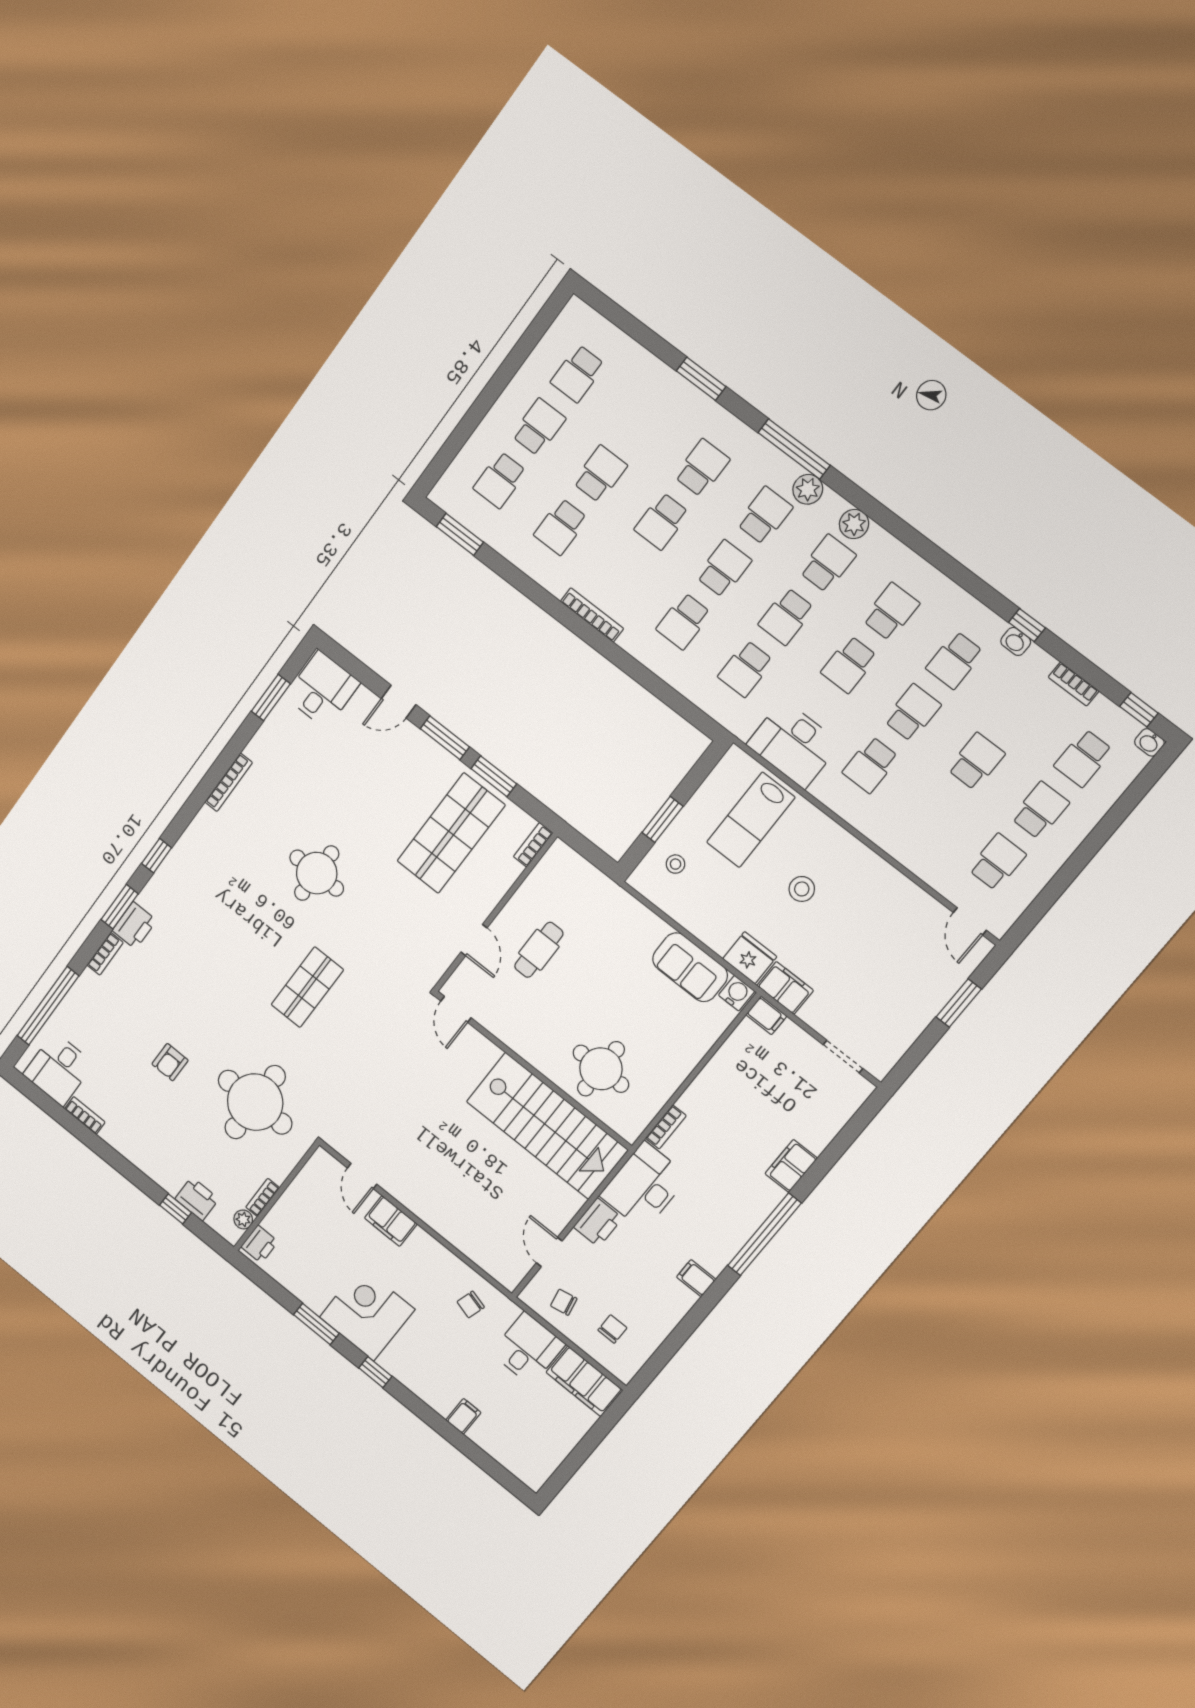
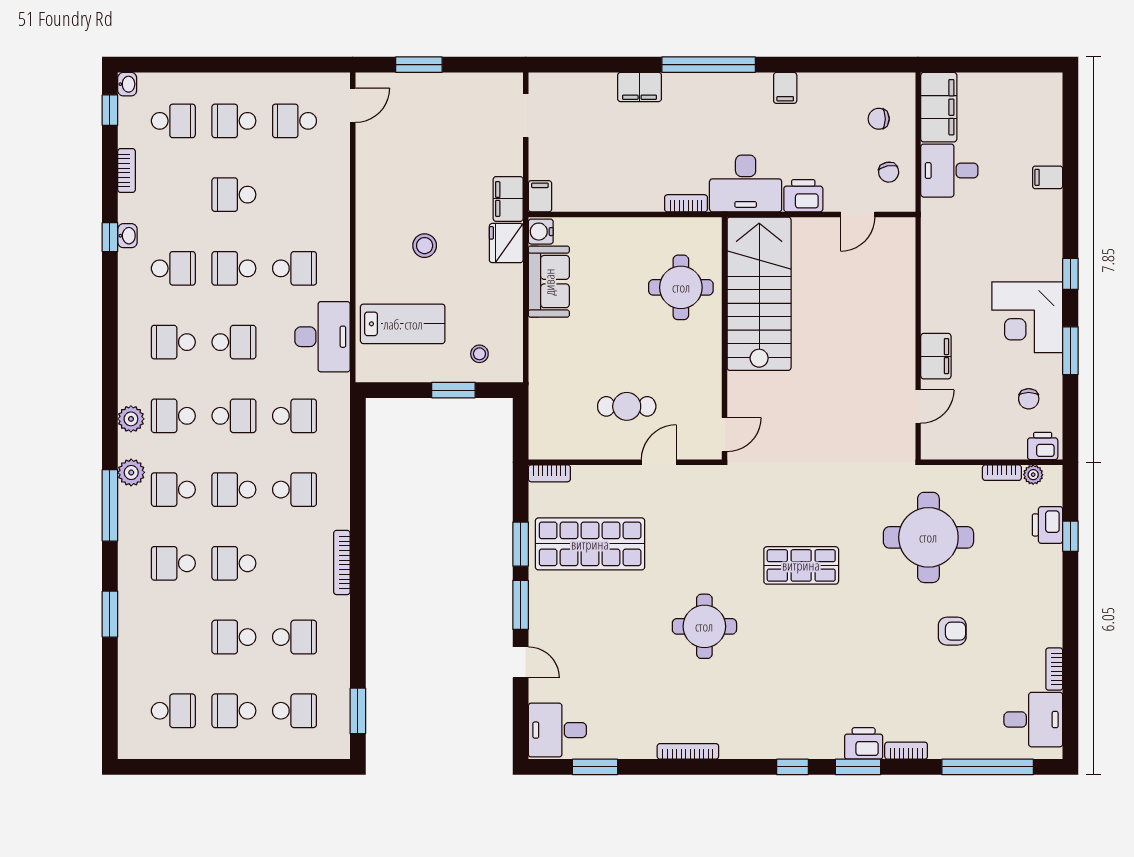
school desk: (662, 521) -> (234, 563), turned 180
chair: (471, 1304) -> (1029, 399), moved, turned 74

